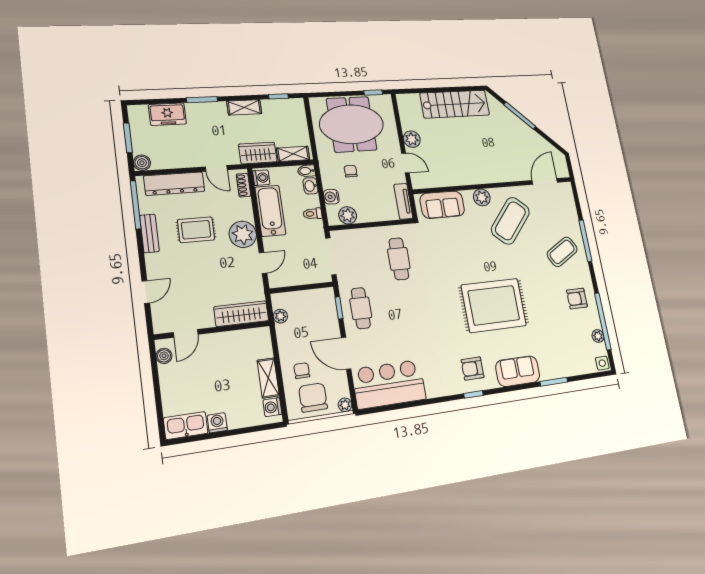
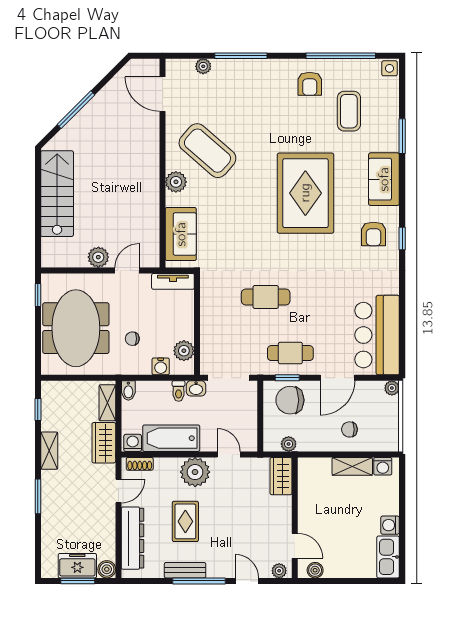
freezer: (167, 114) -> (77, 566), moved, turned -90
washbasin: (311, 186) -> (196, 388), moved
window: (136, 205) -> (199, 581), moved
coffee table: (562, 252) -> (349, 111), moved, turned 30
cafe table: (399, 259) -> (266, 297), moved
wardrobe: (241, 314) -> (281, 476), width x0.67
plant: (159, 321) -> (279, 571), added
plant: (598, 336) -> (203, 66), moved
chair: (313, 397) -> (290, 400), moved

